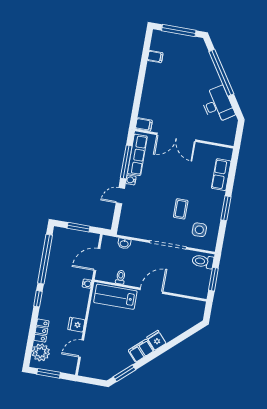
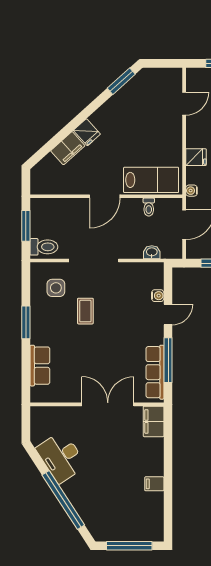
filing cabinet: (155, 57) -> (154, 484), moved
filing cabinet: (144, 124) -> (154, 421), width x2.00
water cooler: (131, 180) -> (158, 296), moved
fridge: (76, 325) -> (196, 157), moved
filing cabinet: (141, 351) -> (68, 148), moved

